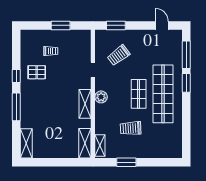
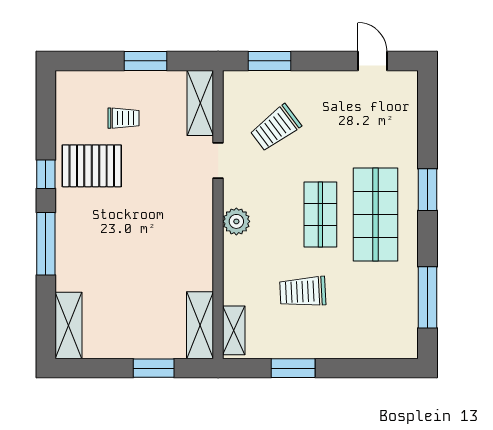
window: (186, 55) -> (427, 297), moved
pallet: (37, 72) -> (92, 166), width x1.50, depth x1.42
shop shelf: (163, 94) -> (375, 215), width x0.71
shelving: (85, 104) -> (200, 103), moved
window: (64, 162) -> (154, 368), added

